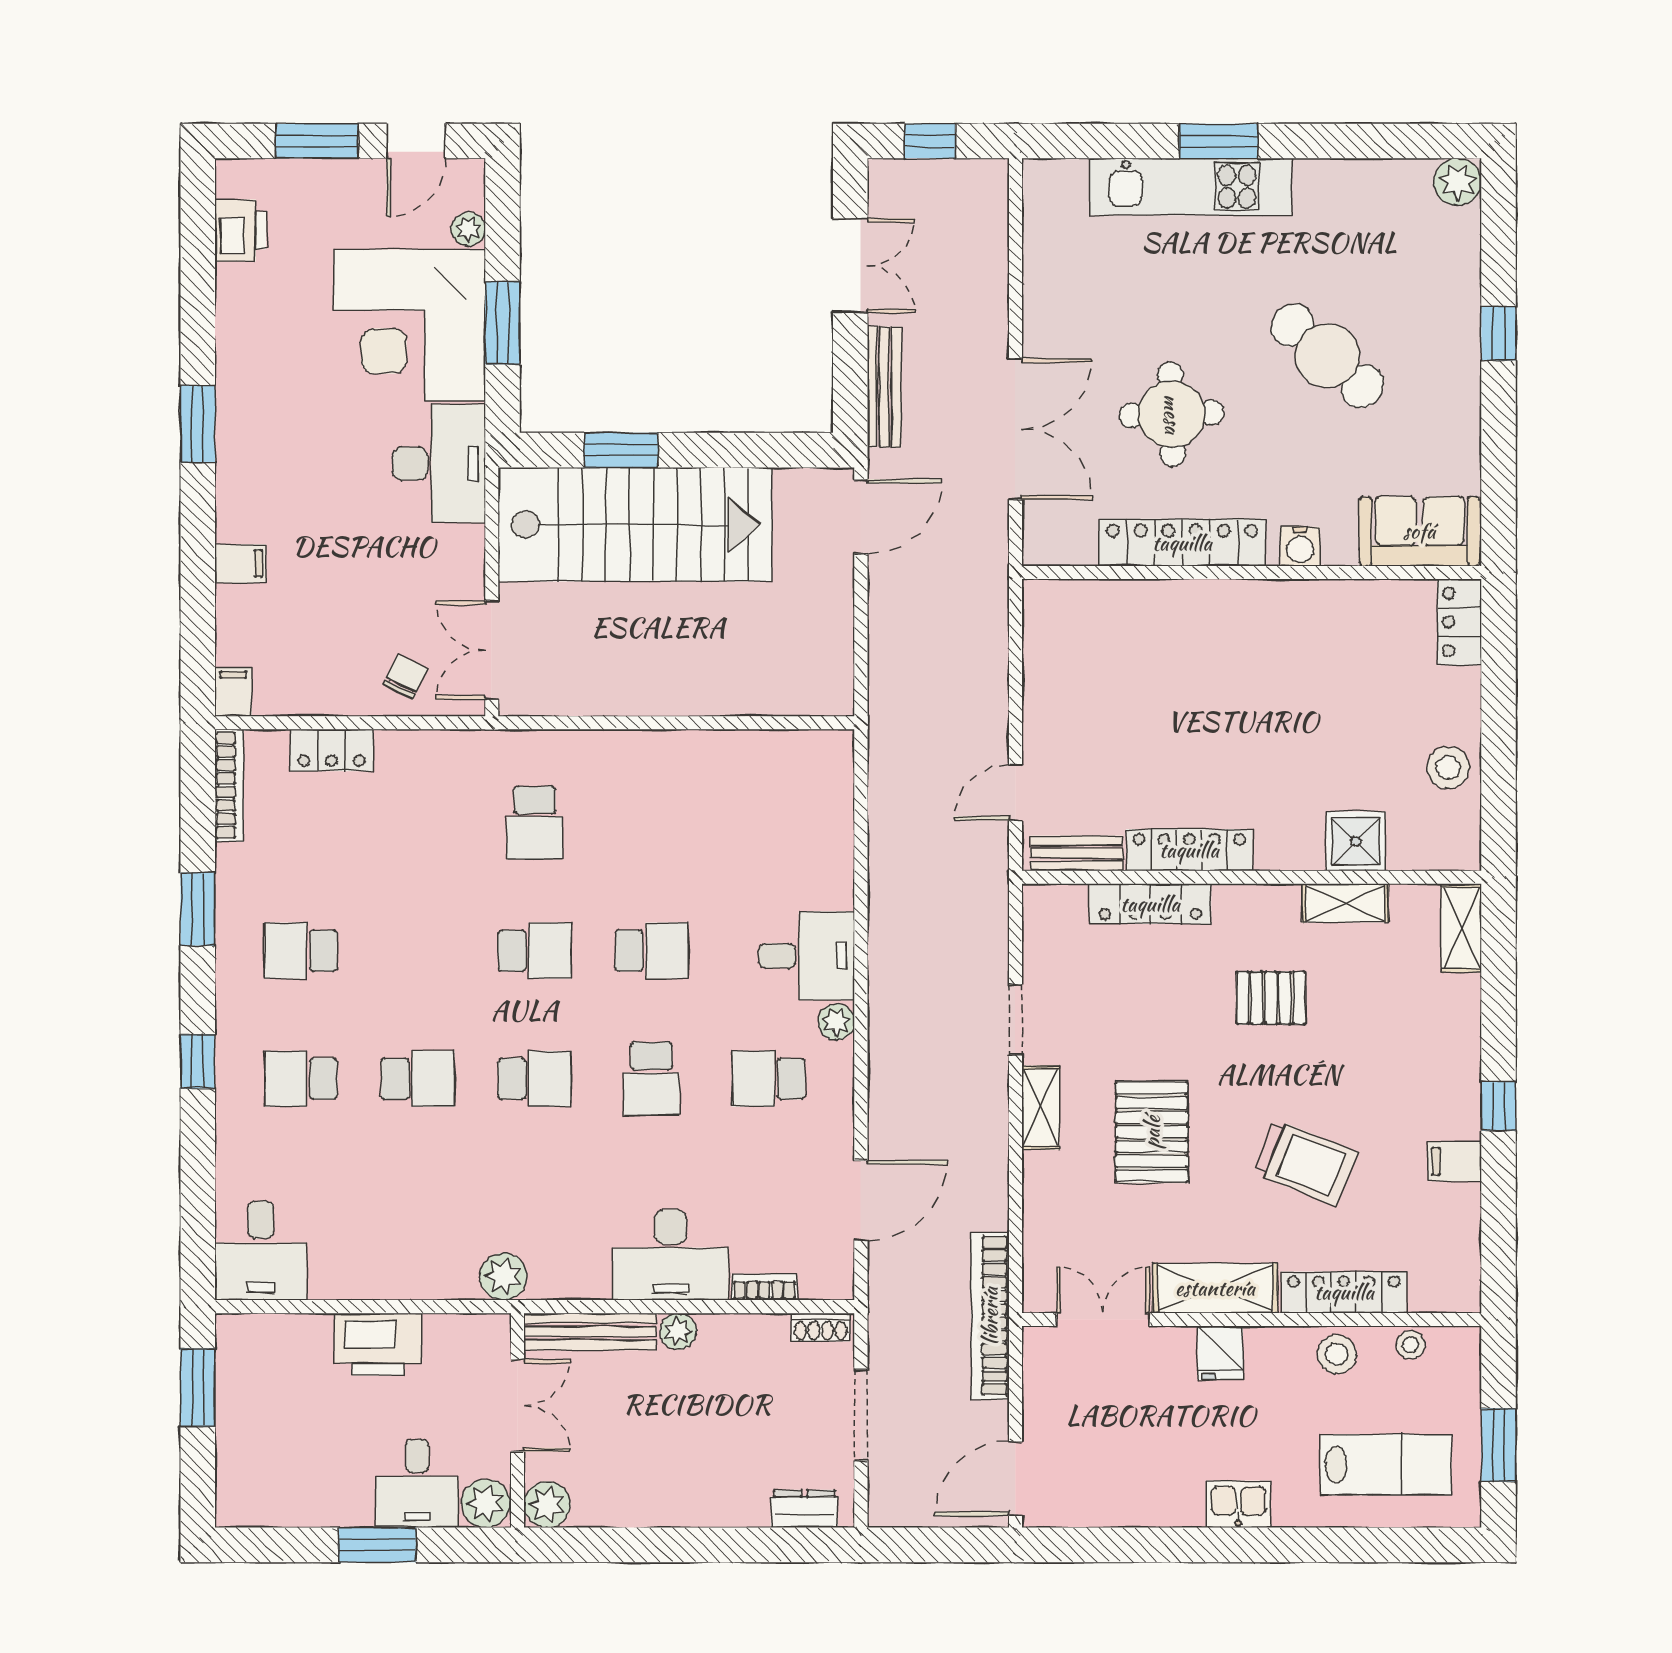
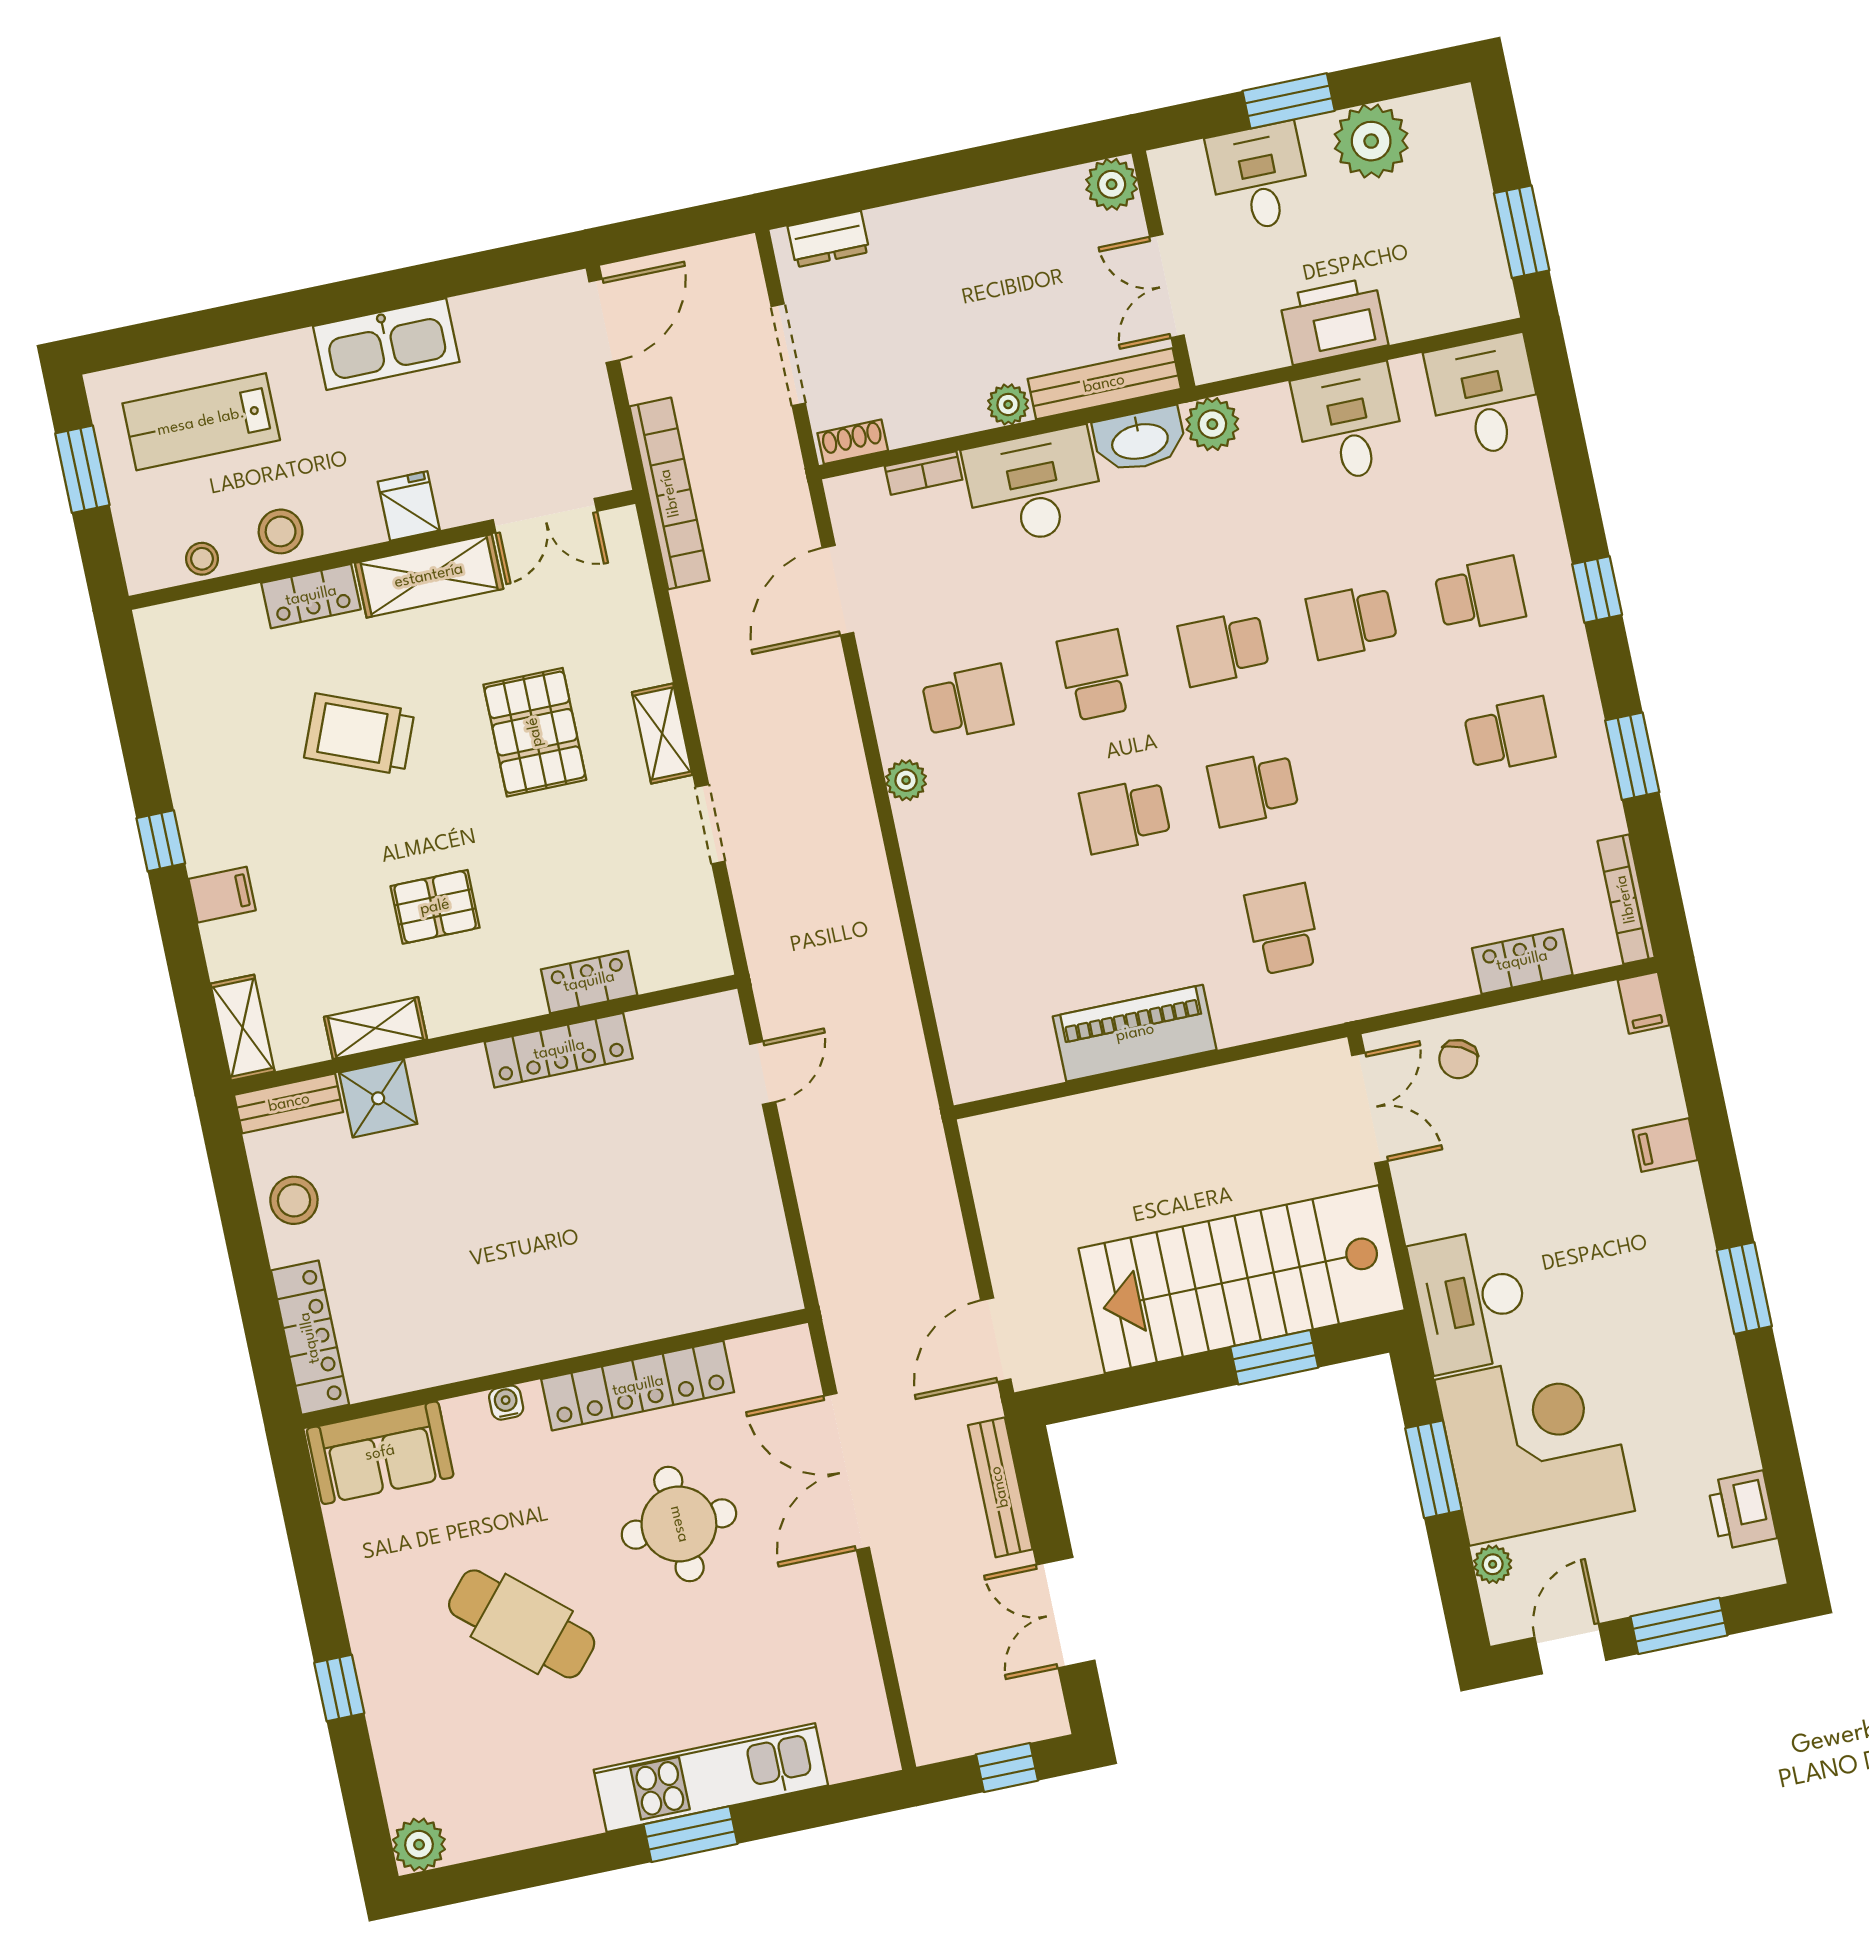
water cooler: (1300, 546) -> (506, 1403), width x0.72, depth x0.72
locker: (1459, 622) -> (310, 1338), width x1.53
piano: (683, 759) -> (1135, 1033), added
bench: (1077, 853) -> (289, 1103), moved
locker: (1150, 904) -> (589, 982), width x0.66
desk: (807, 956) -> (1349, 423), moved, turned 90
filing cabinet: (1455, 1161) -> (222, 895), moved
washbasin: (570, 1276) -> (1140, 440), added
locker: (1344, 1292) -> (311, 596), width x0.66
plant: (486, 1503) -> (1371, 141), moved, width x1.36, depth x1.36
kitchen sink: (1238, 1504) -> (386, 344), width x1.87, depth x1.24

